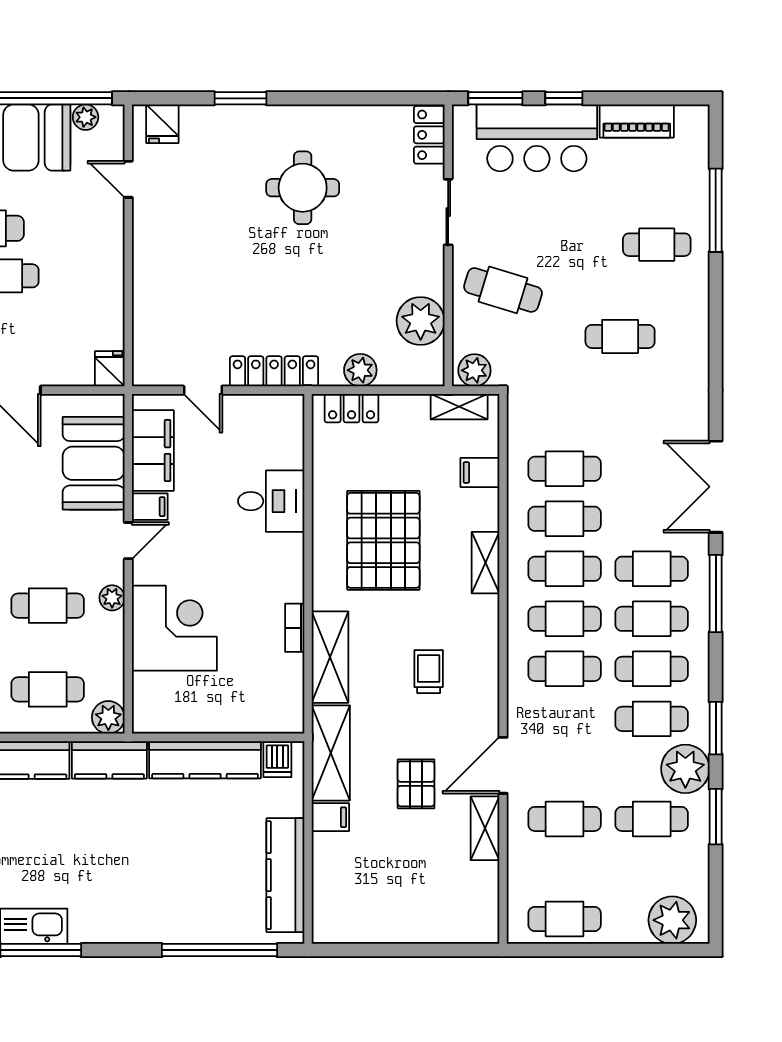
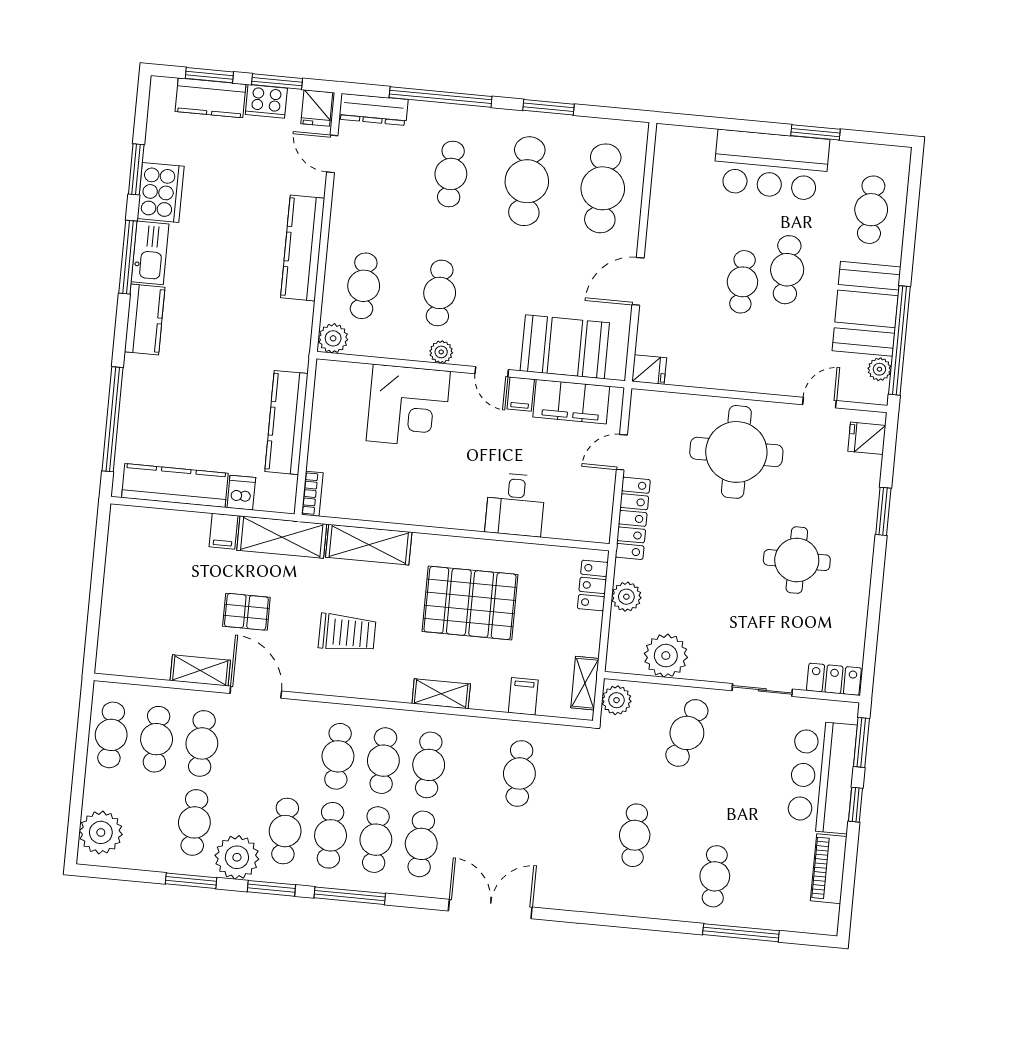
round table: (191, 265) -> (736, 452), added
cafe table: (565, 519) -> (157, 739), moved
window: (716, 593) -> (350, 896), moved
bookcase: (295, 628) -> (312, 494), moved, turned 90
trolley: (429, 672) -> (347, 633), width x1.36, depth x1.39
dishwasher: (277, 759) -> (241, 493), moved, turned 90
kitchen counter: (109, 760) -> (145, 320), moved, turned 180

